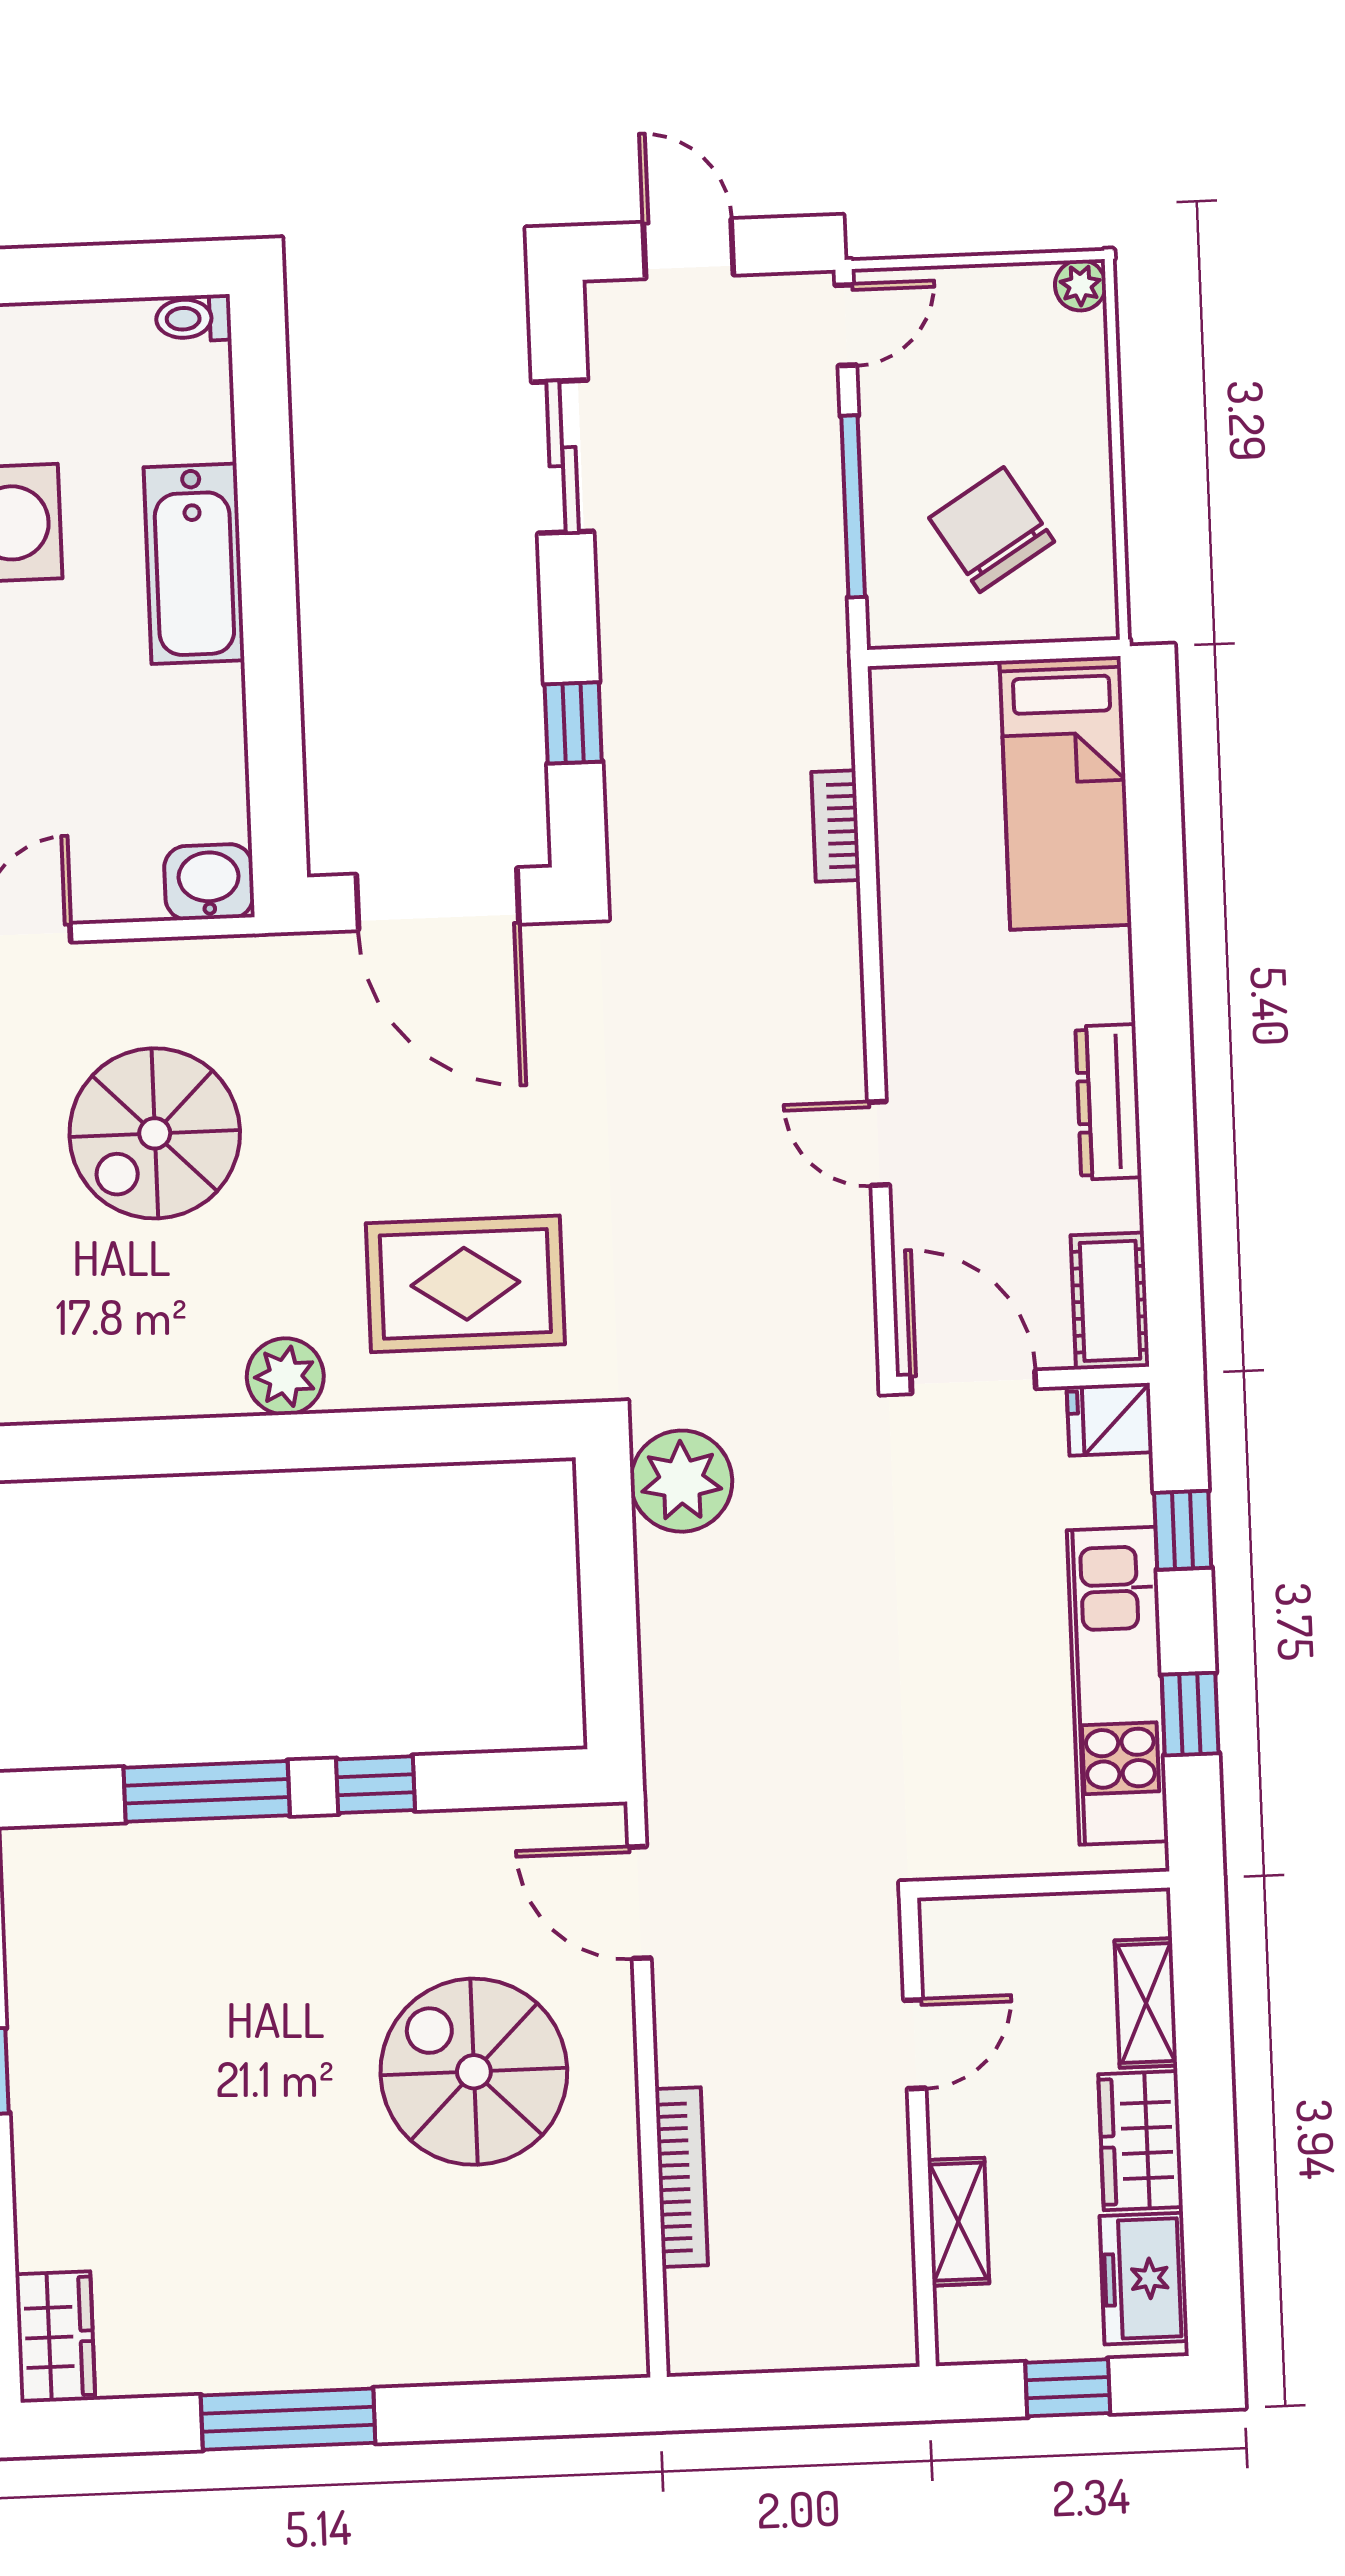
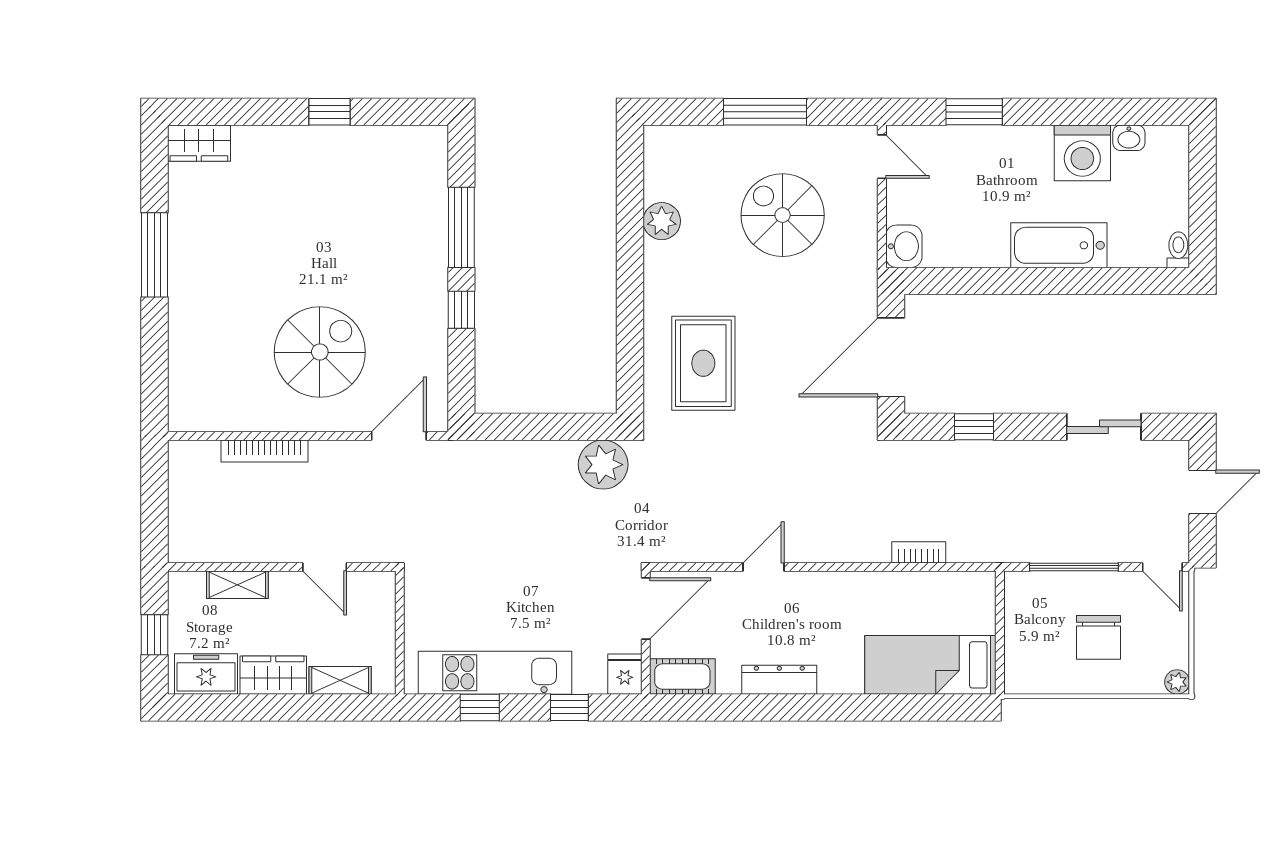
chair: (992, 530) -> (1099, 637), moved, turned 122
plant: (285, 1377) -> (662, 221), moved

